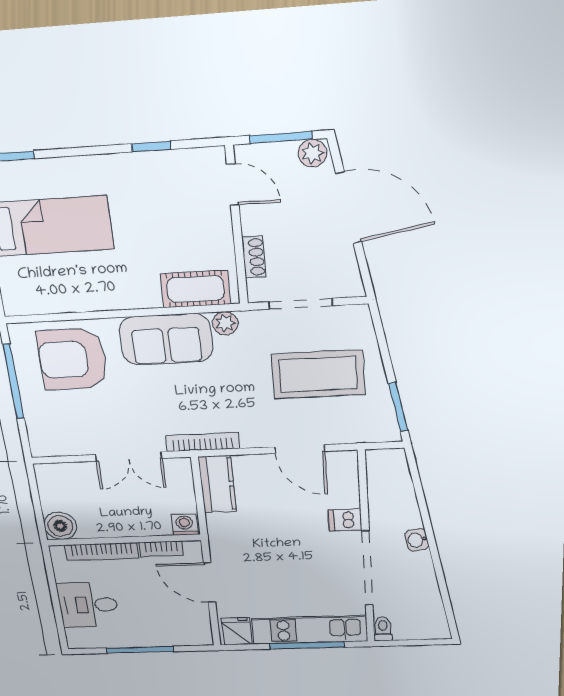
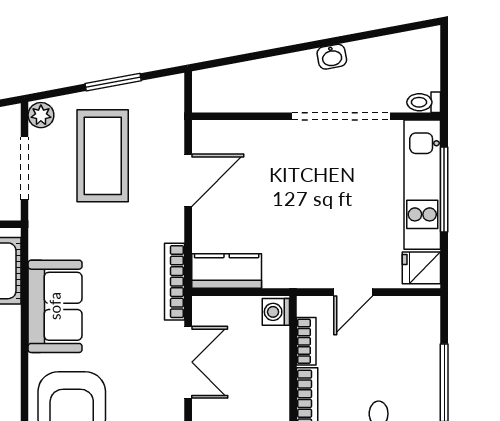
plant: (225, 323) -> (41, 115), moved
window: (398, 407) -> (113, 82), moved
dishwasher: (345, 520) -> (277, 137), removed
washbasin: (417, 540) -> (332, 57), moved
door: (210, 583) -> (353, 292), width x0.73

